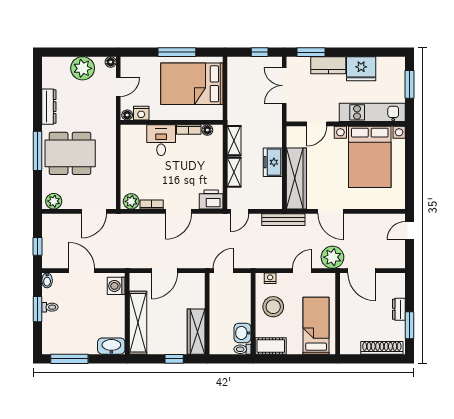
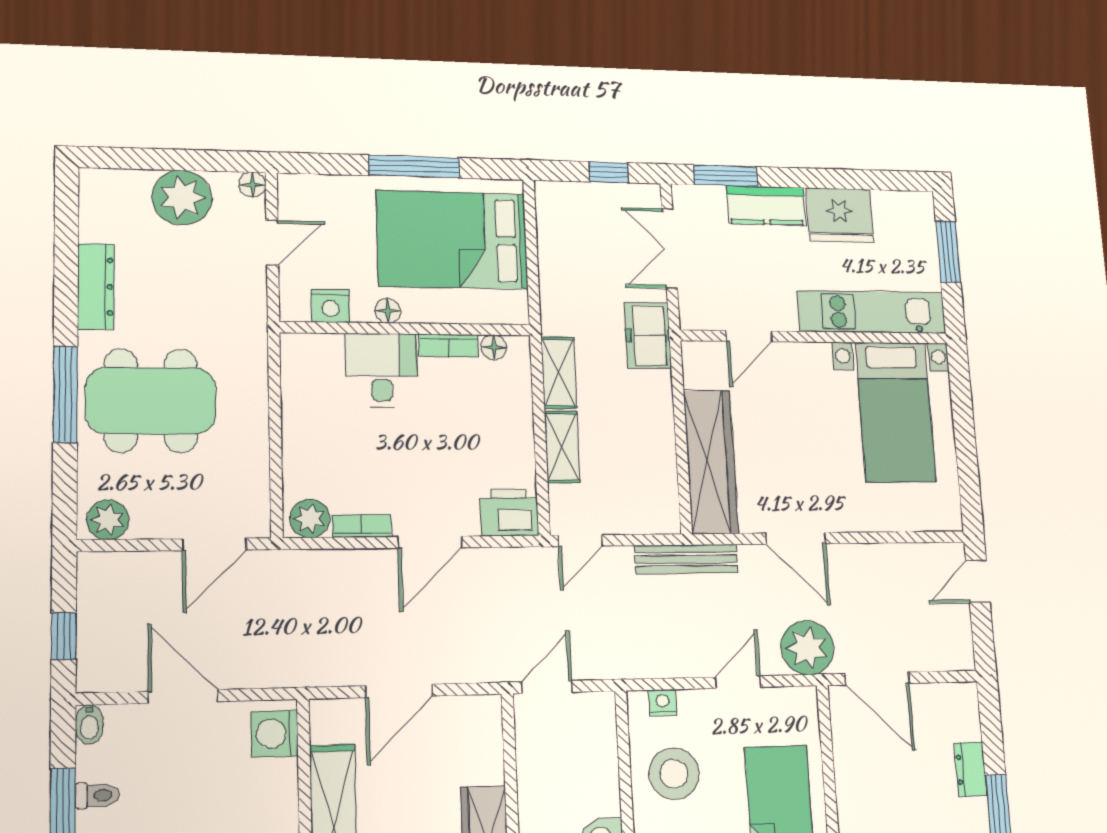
floor lamp: (127, 115) -> (388, 311), moved
bed with nightstands: (370, 157) -> (895, 412), width x0.73
freezer: (273, 162) -> (648, 335), moved

